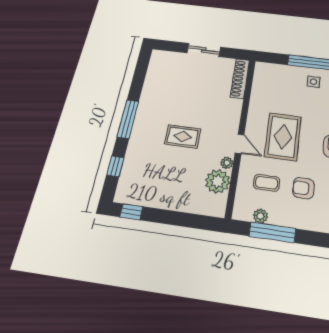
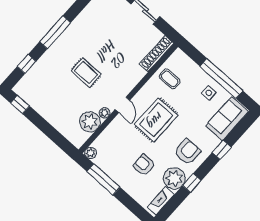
coffee table: (267, 183) -> (170, 79), moved
plant: (260, 216) -> (91, 153), moved

